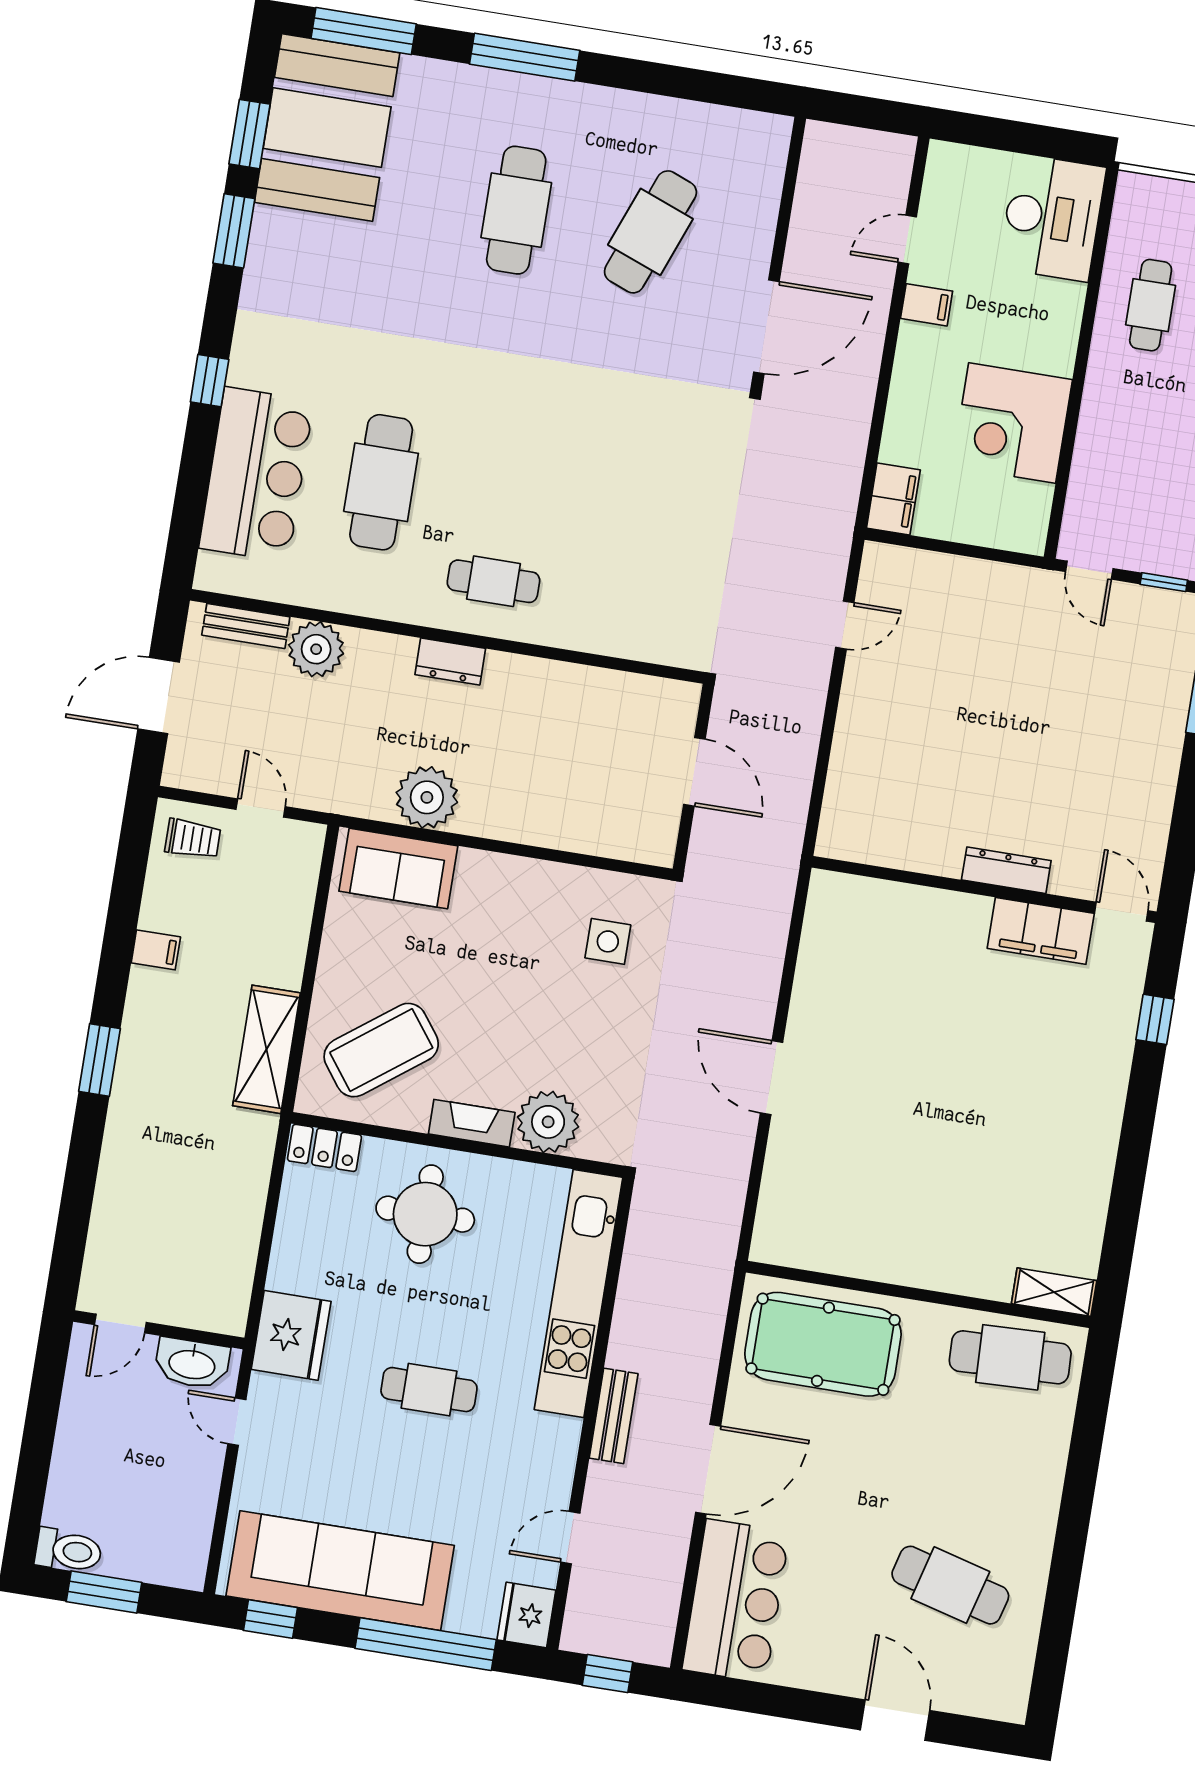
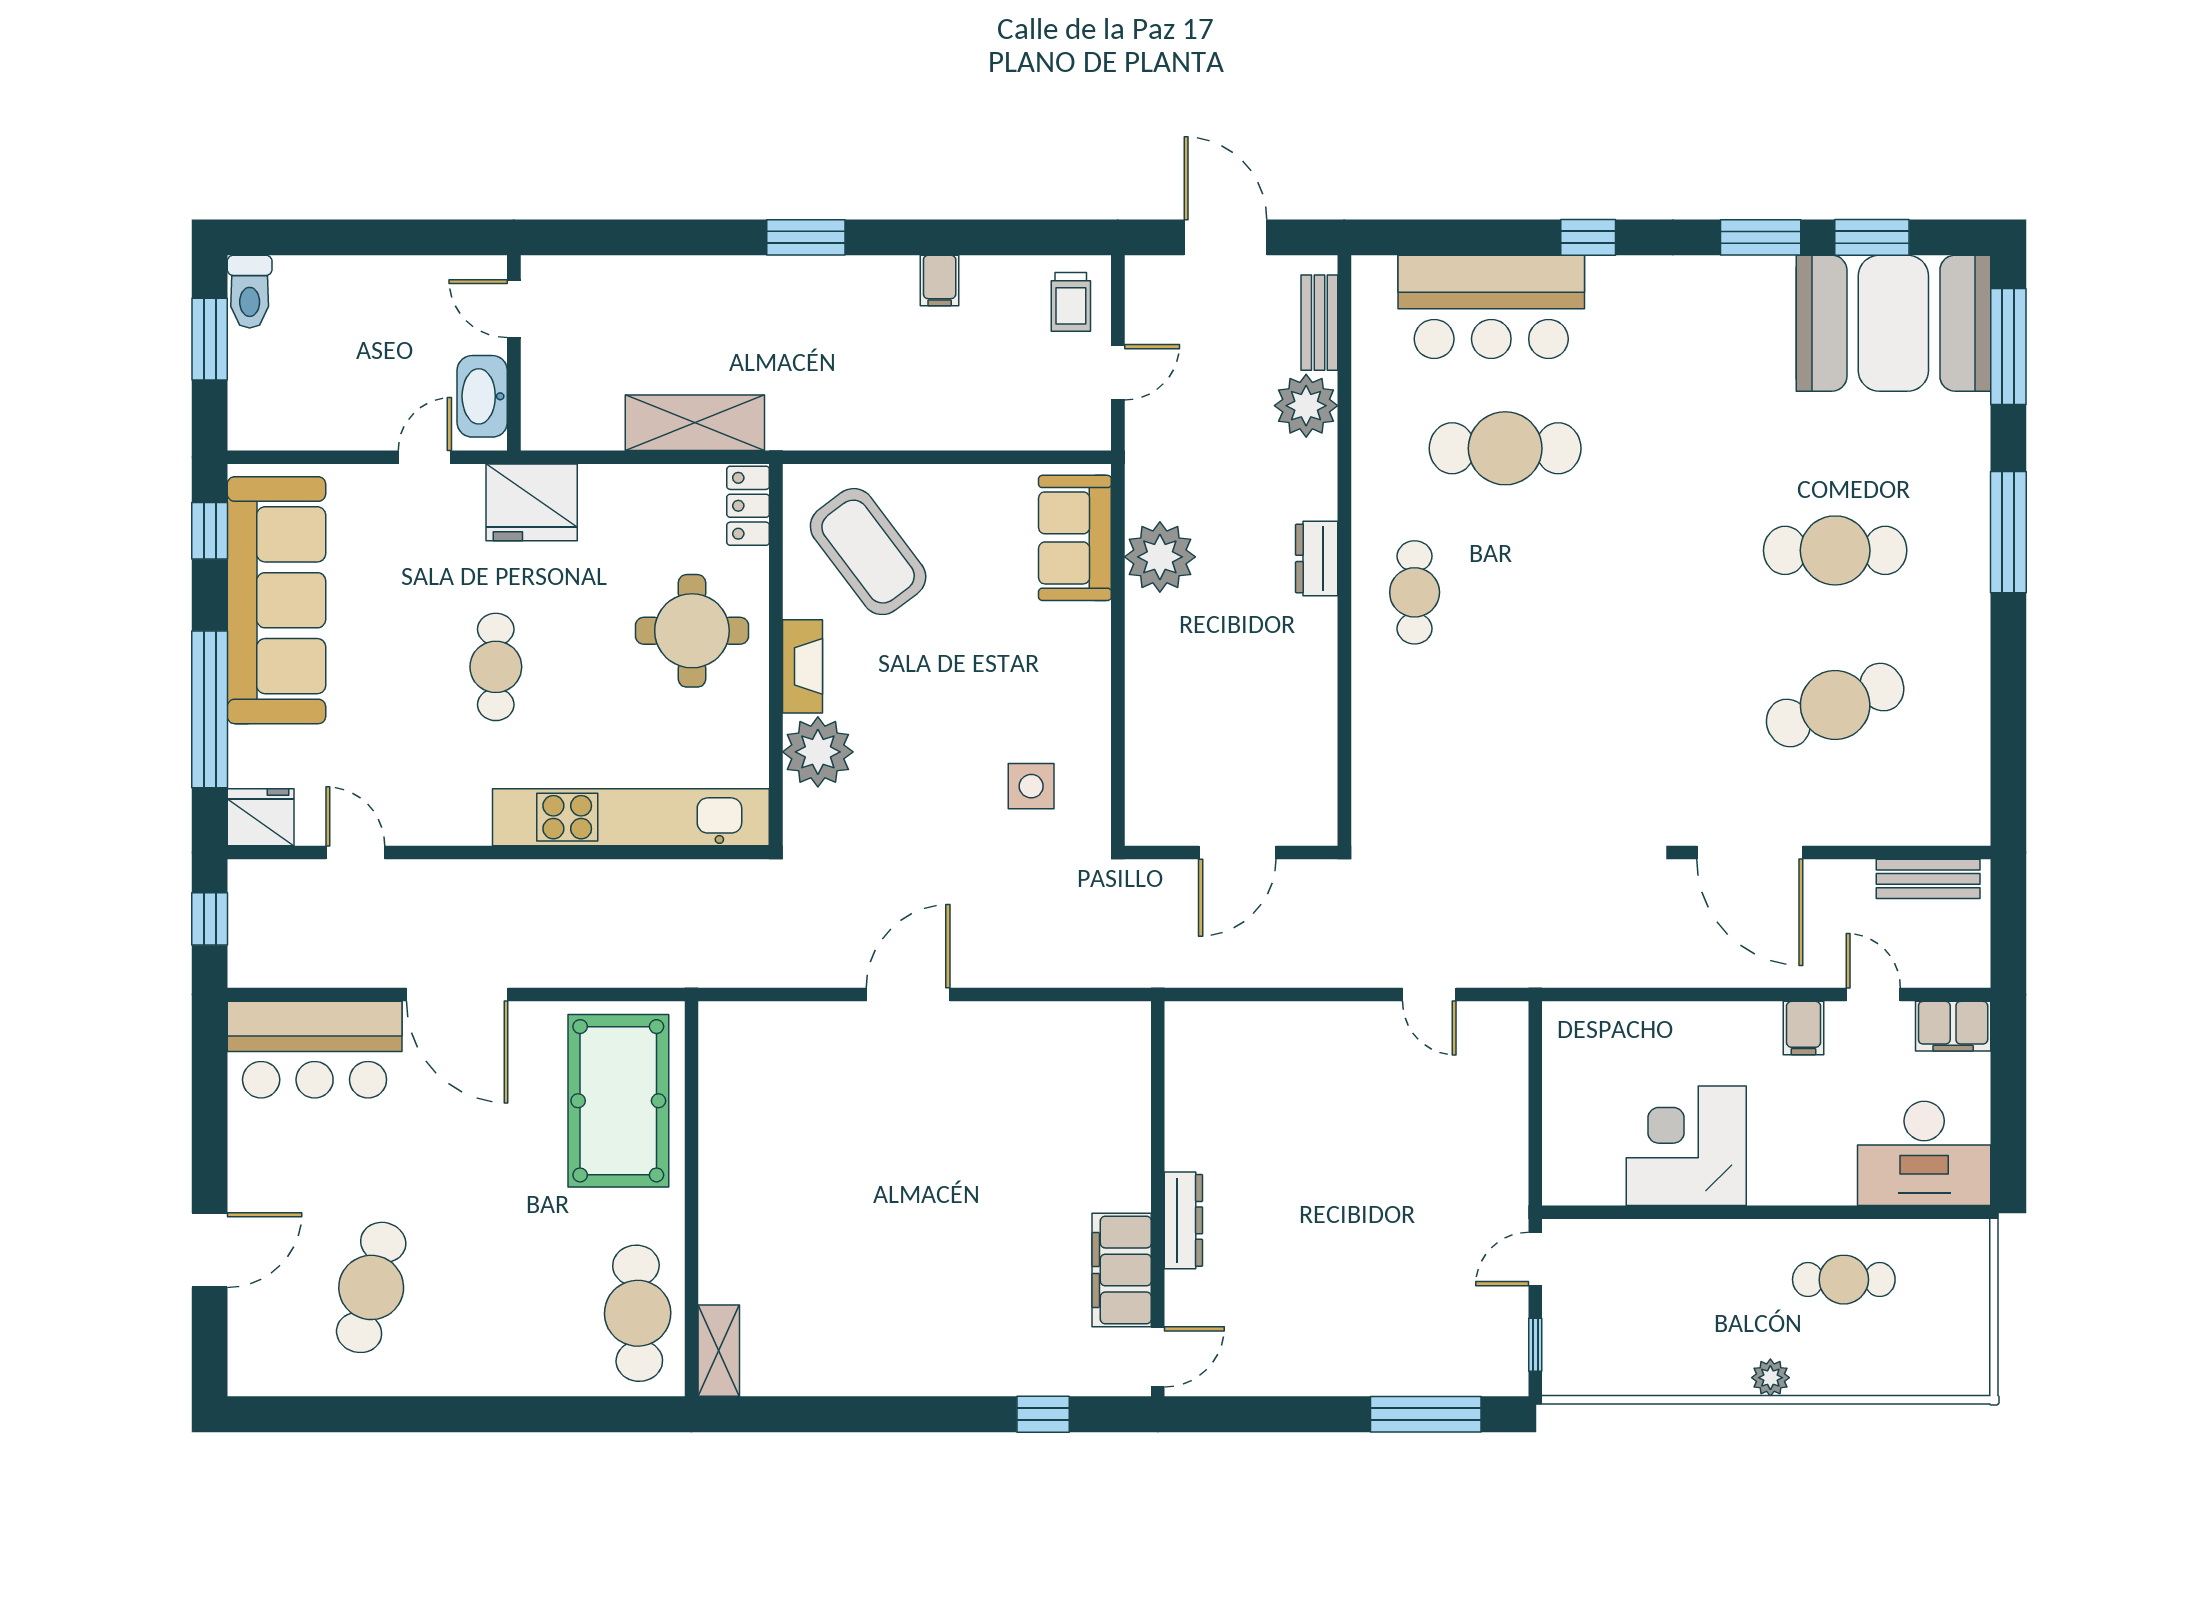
cafe table: (650, 232) -> (1835, 705), turned -42
filing cabinet: (893, 499) -> (1953, 1026), moved
shelving: (266, 1049) -> (695, 423), moved
bench: (614, 1416) -> (1928, 879), moved

